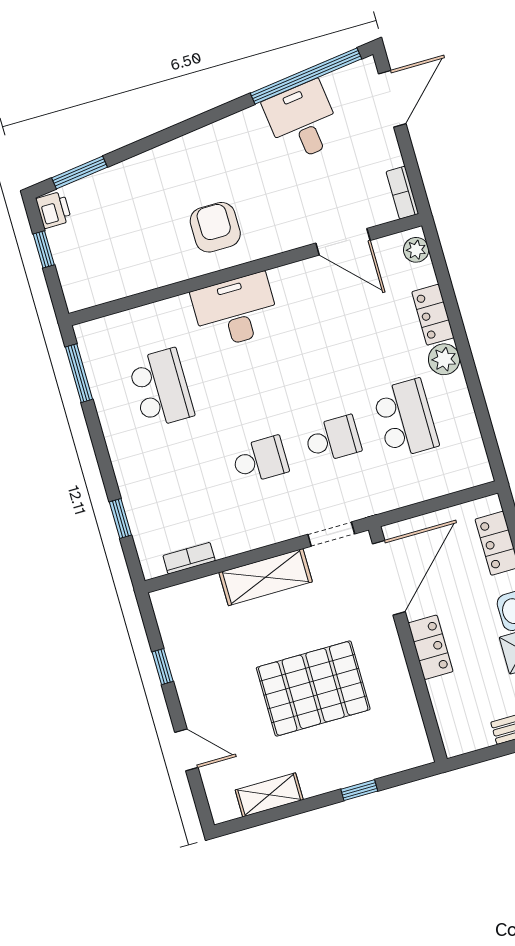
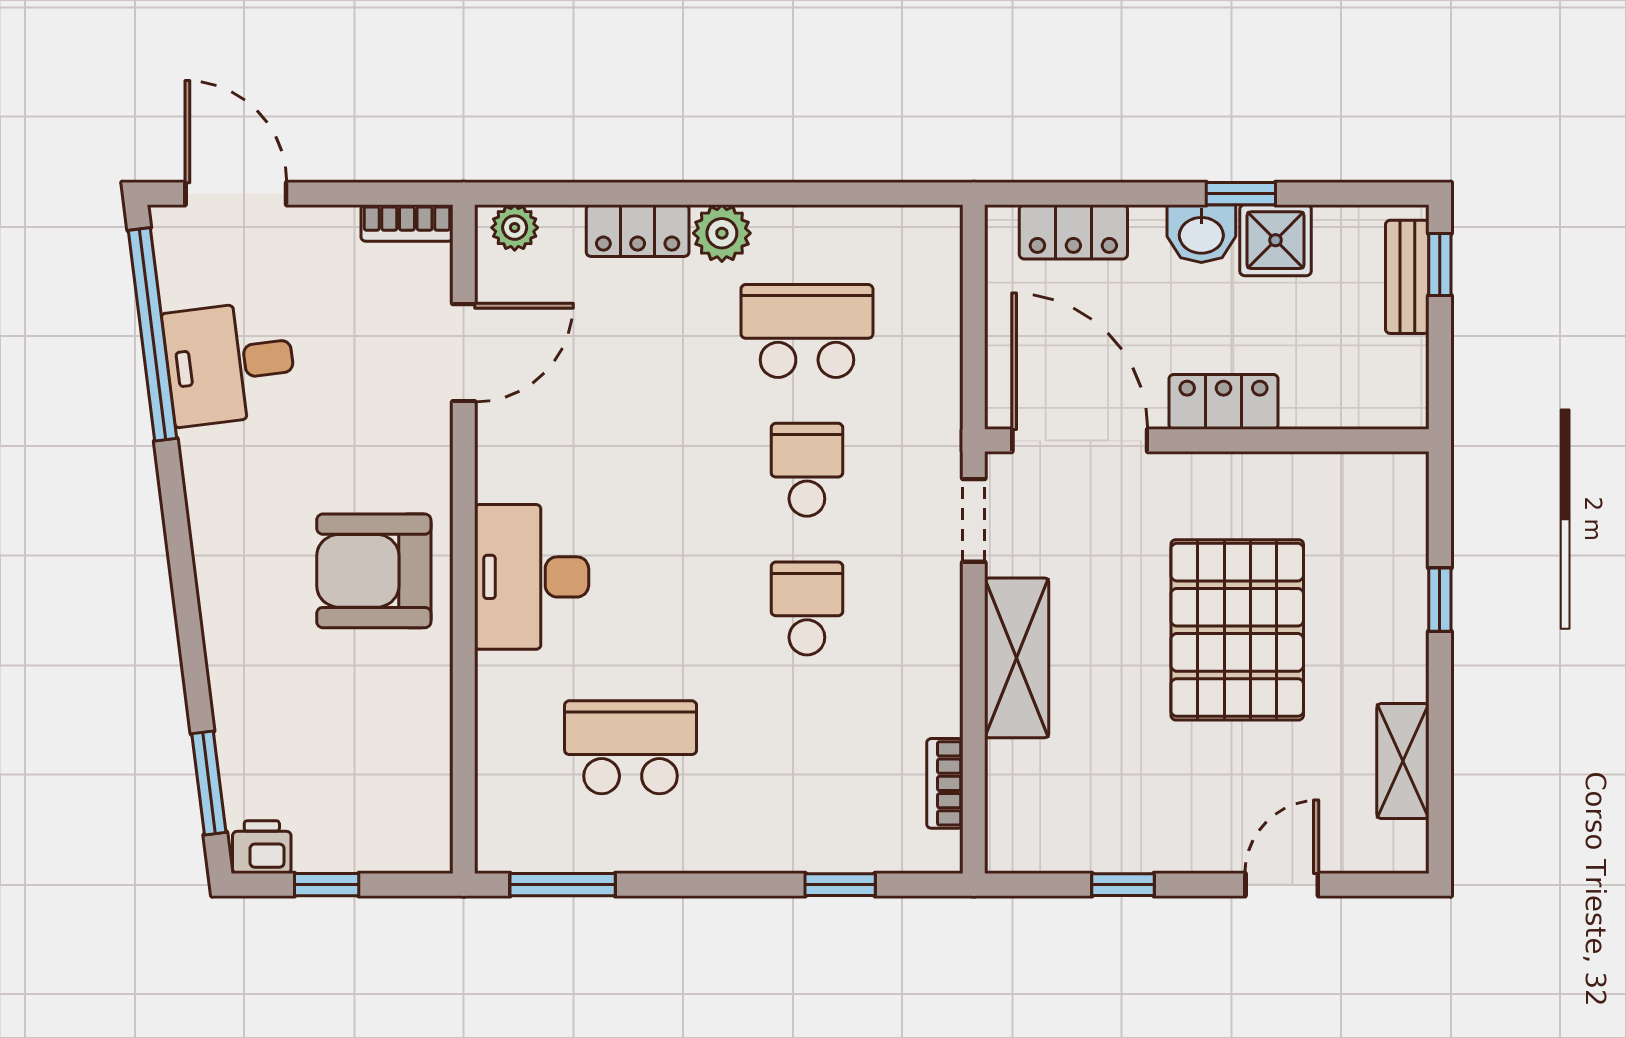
armchair: (215, 227) -> (374, 571), width x1.36, depth x1.36

